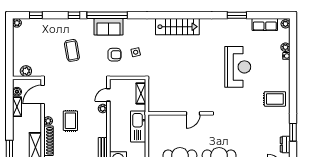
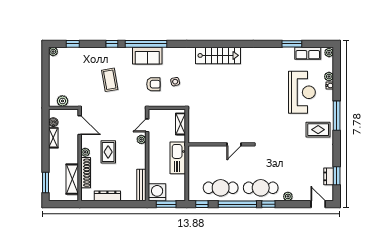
window: (237, 15) -> (292, 44), moved
reception desk: (238, 67) -> (302, 92), moved
window: (293, 85) -> (337, 116), added
door: (43, 95) -> (80, 125), swing flipped
window: (293, 132) -> (337, 176), moved

